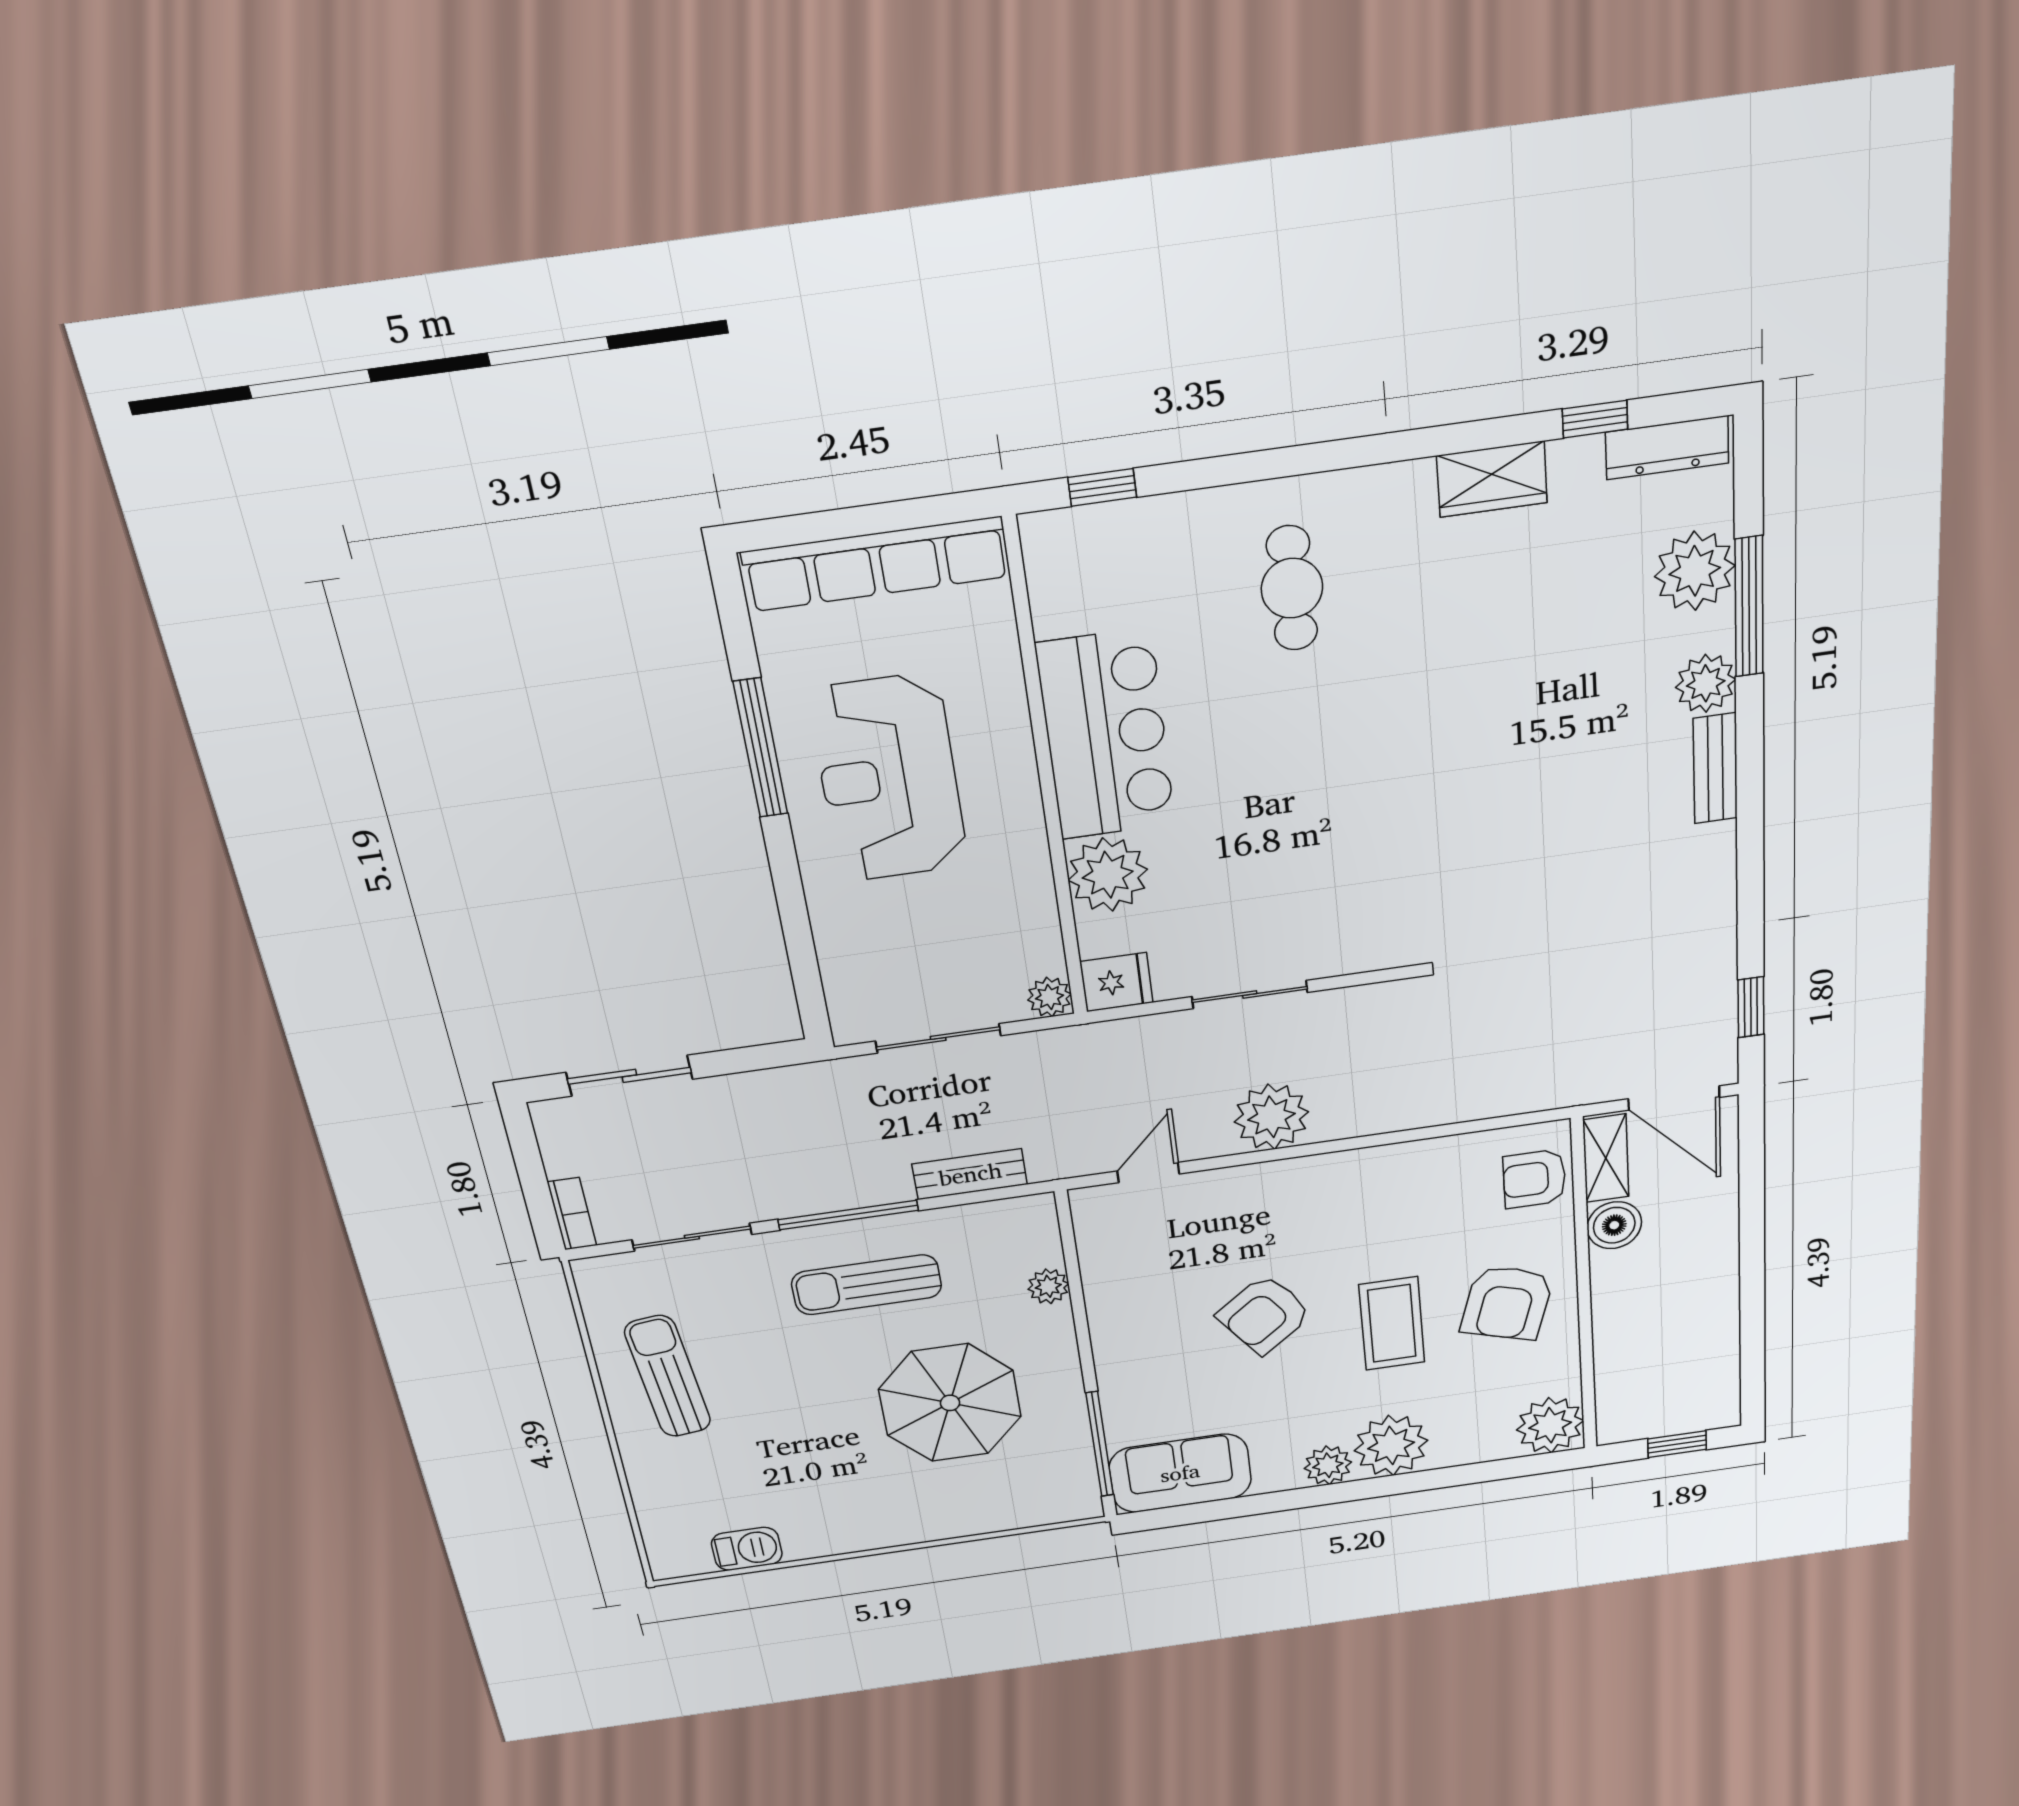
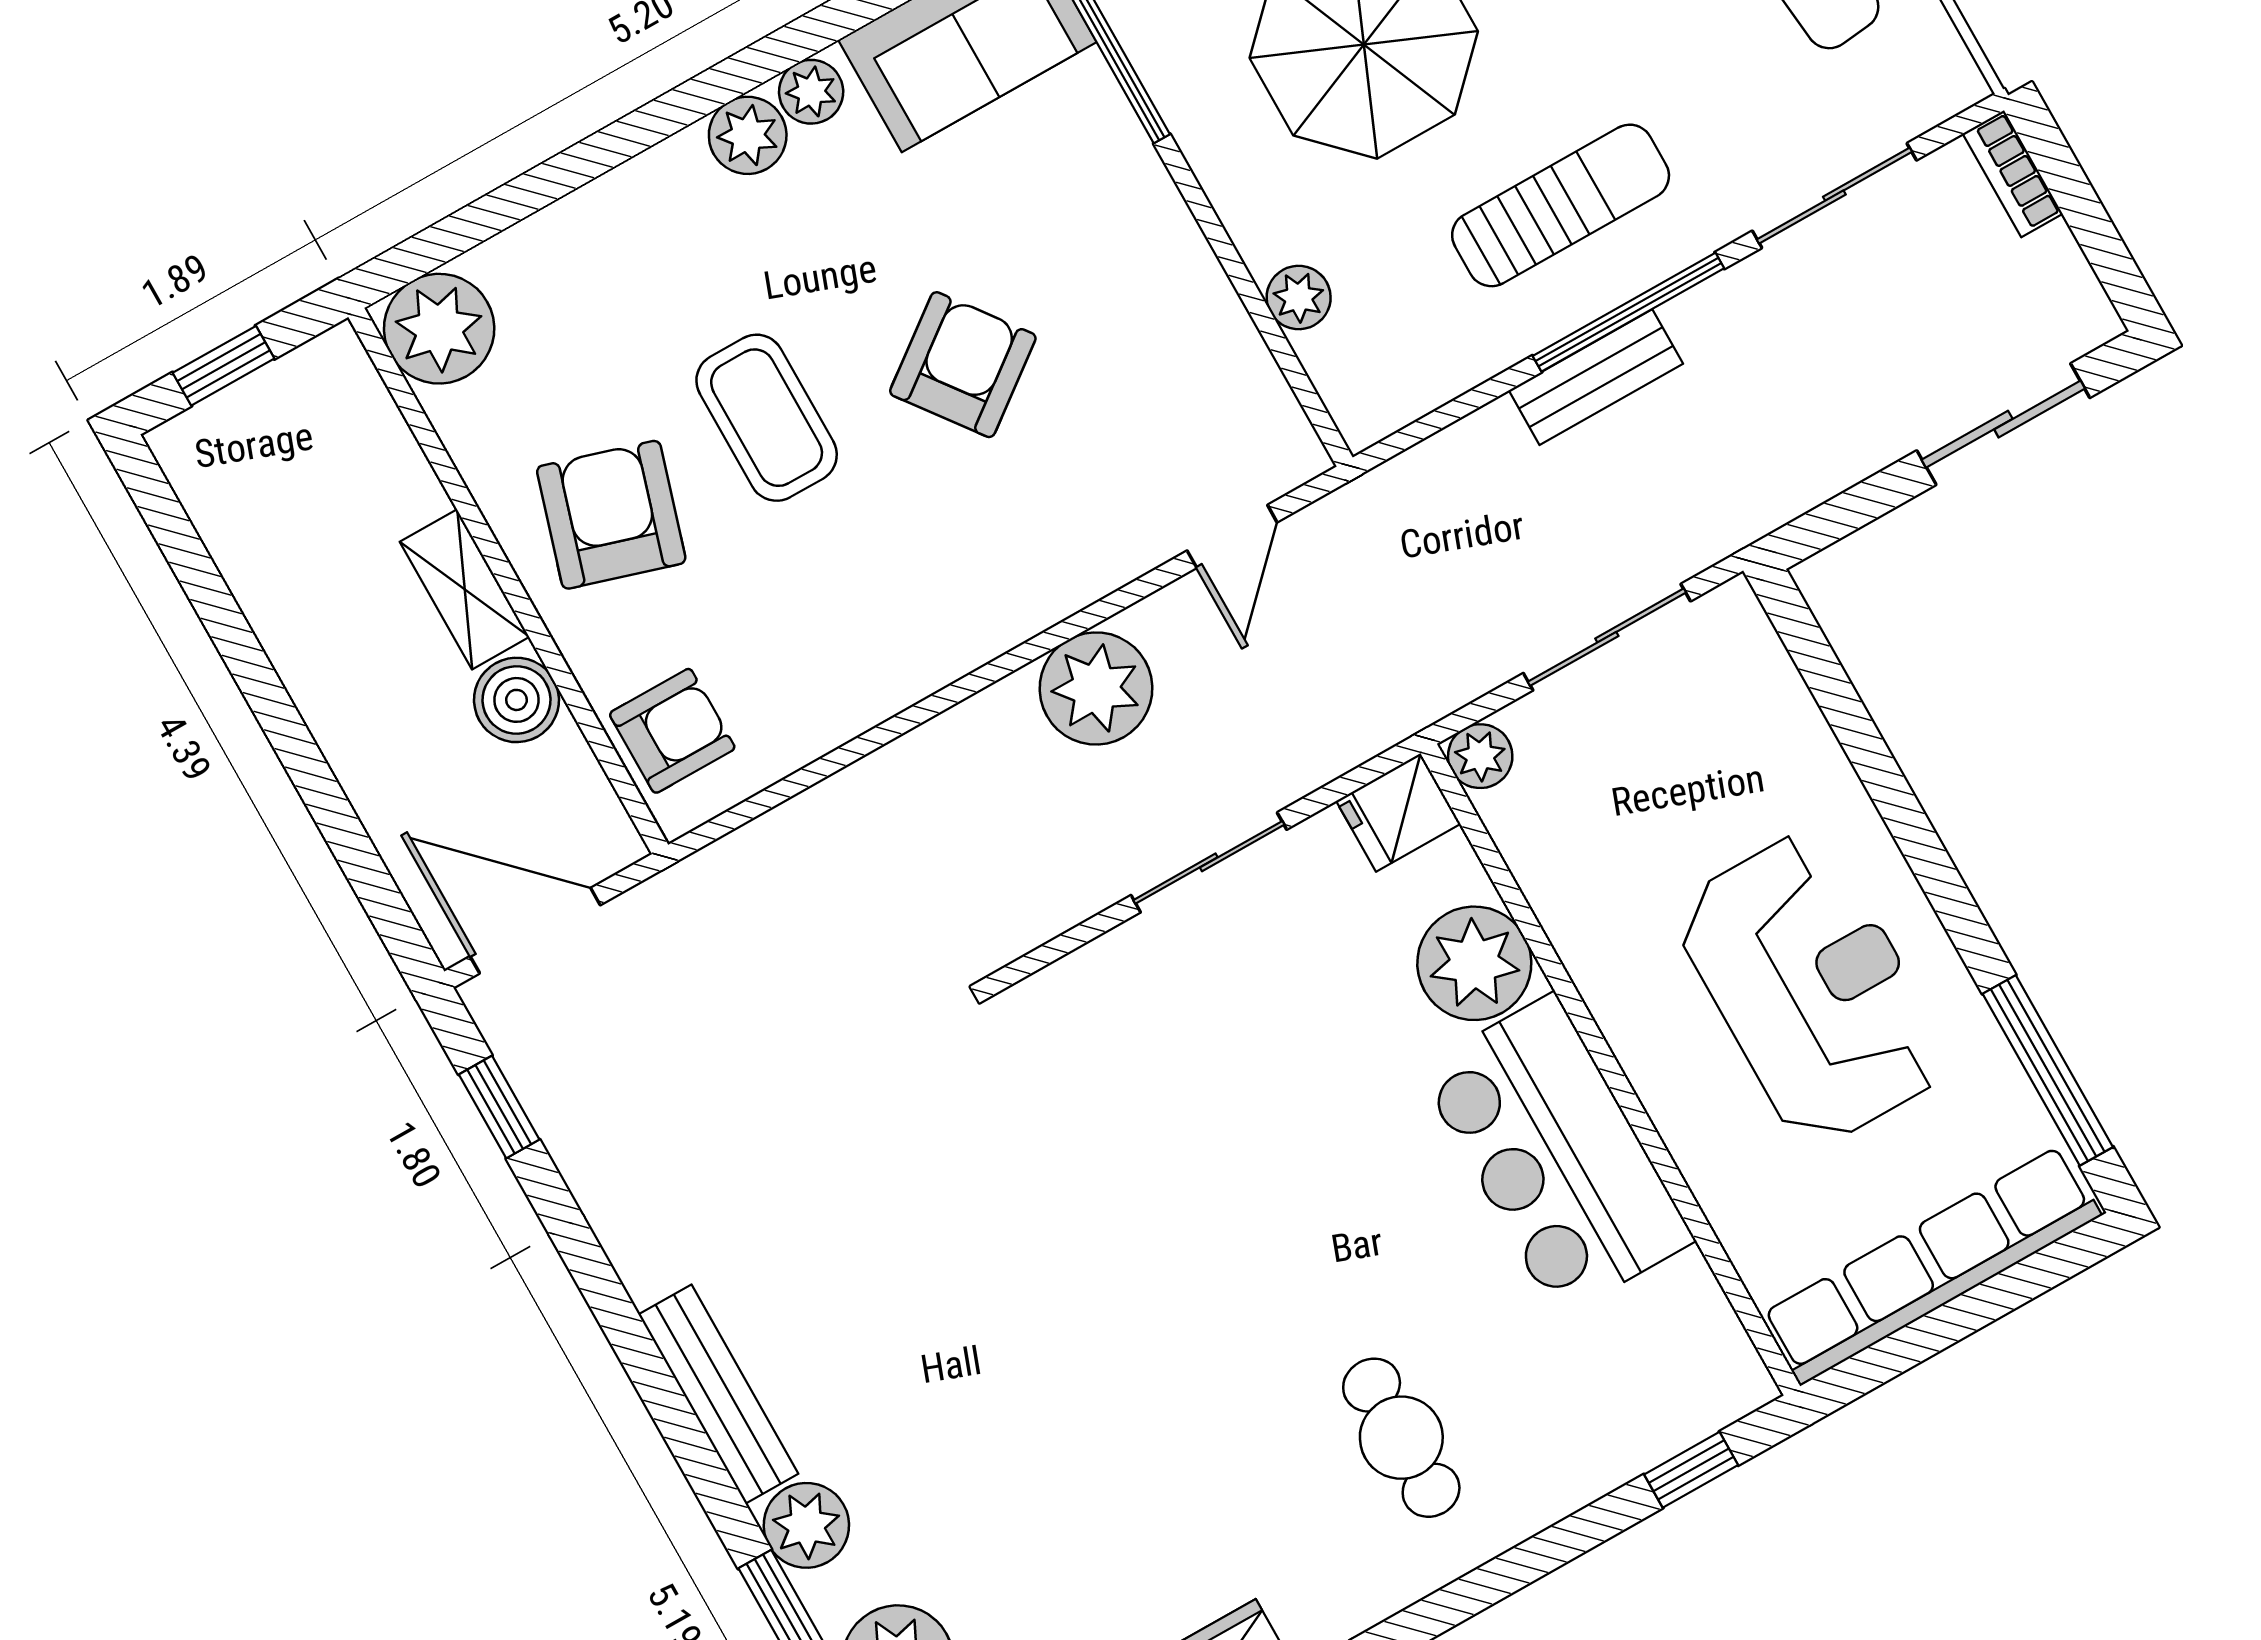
window: (760, 748) -> (2048, 1070), moved
bench: (1715, 768) -> (718, 1394), width x1.36
shelving: (1606, 1158) -> (465, 589), moved
bench: (970, 1174) -> (1596, 377), moved
plant: (1391, 1446) -> (811, 92), moved, width x0.53, depth x0.53

